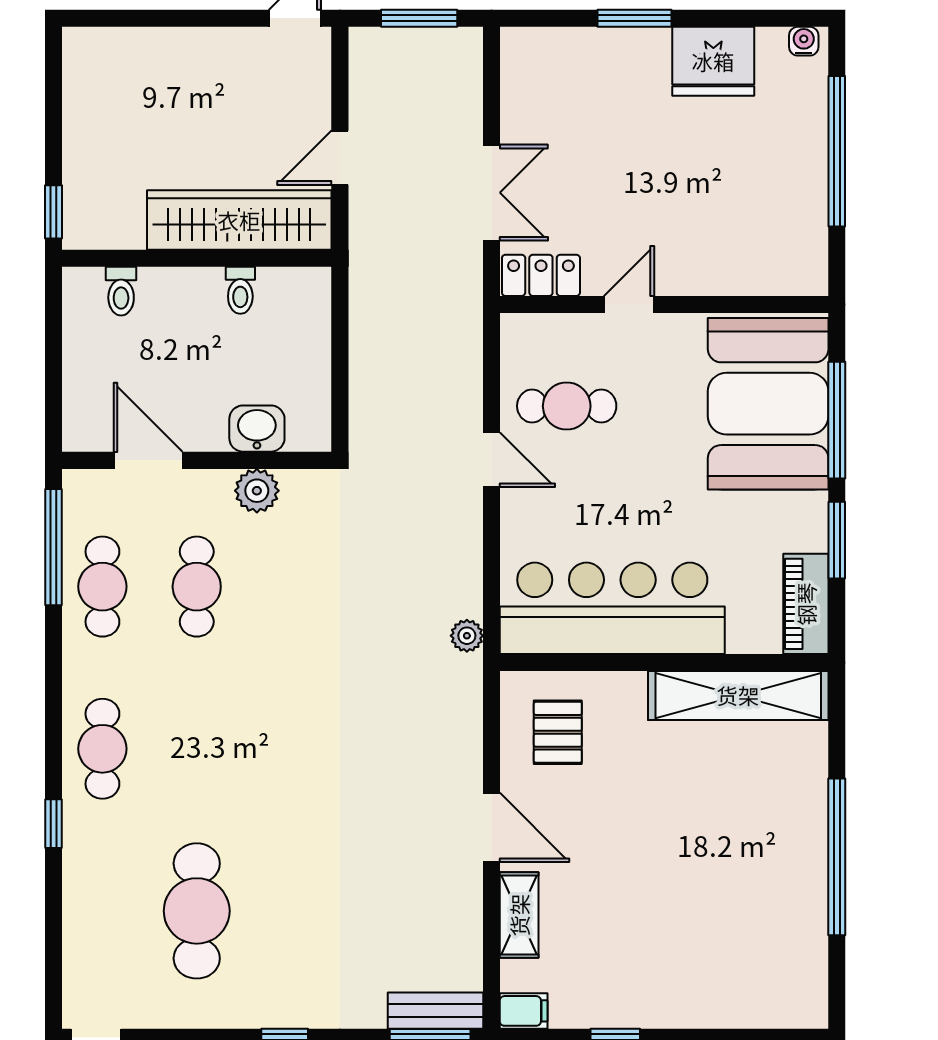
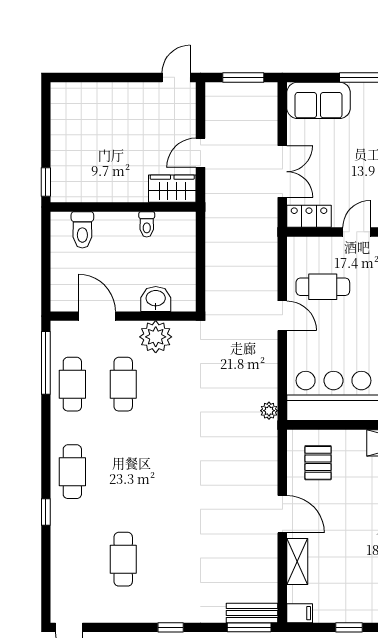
sofa: (559, 61) -> (319, 100), added
wardrobe: (239, 220) -> (172, 189), width x0.48, depth x0.85
toilet: (121, 291) -> (82, 230), width x1.37, depth x1.39
plant: (257, 491) -> (156, 337), width x1.36, depth x1.36
cafe table: (197, 911) -> (123, 559), width x0.73, depth x0.74

